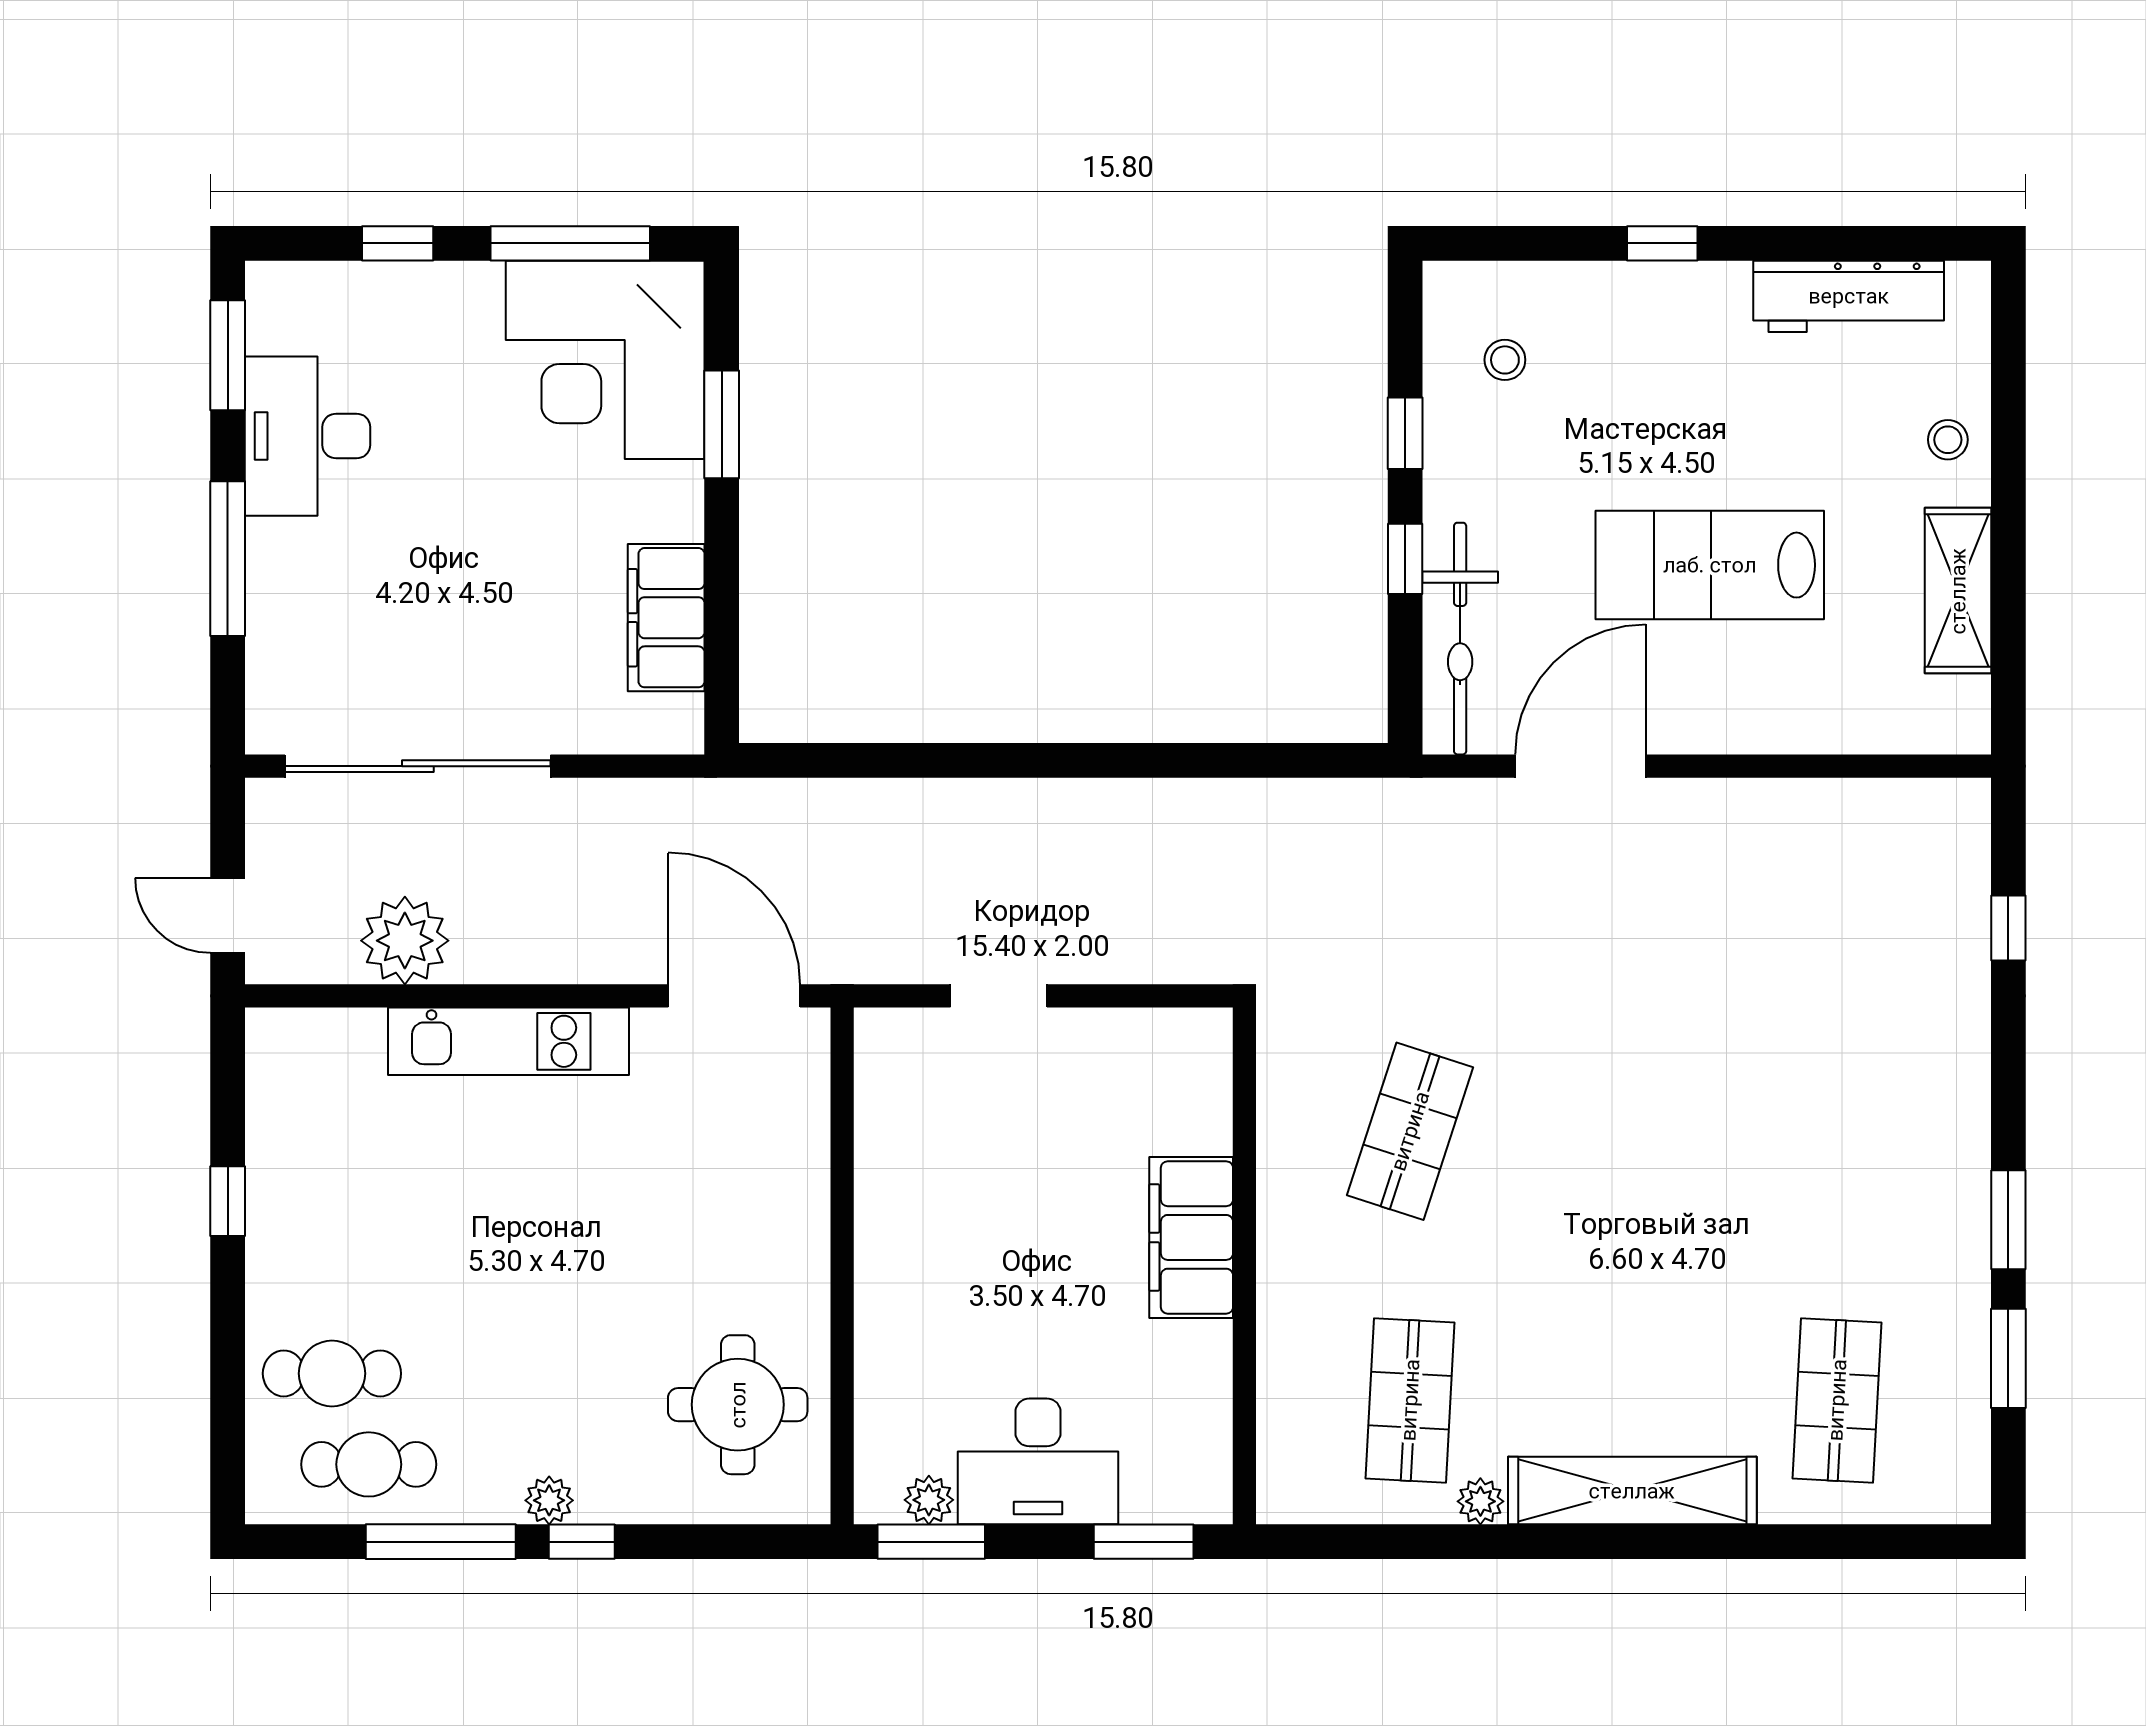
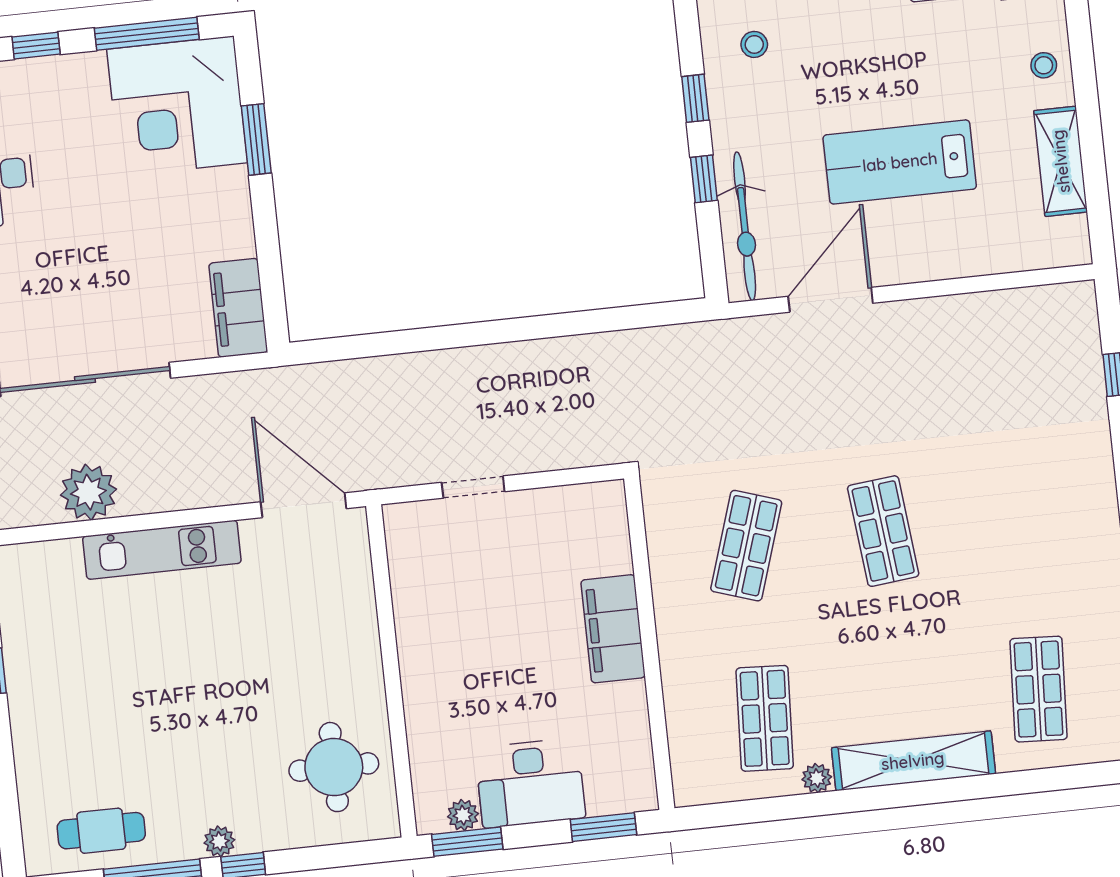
filing cabinet: (666, 618) -> (238, 308), moved
shop shelf: (1623, 1131) -> (883, 531), added
cafe table: (332, 1373) -> (71, 775), removed

